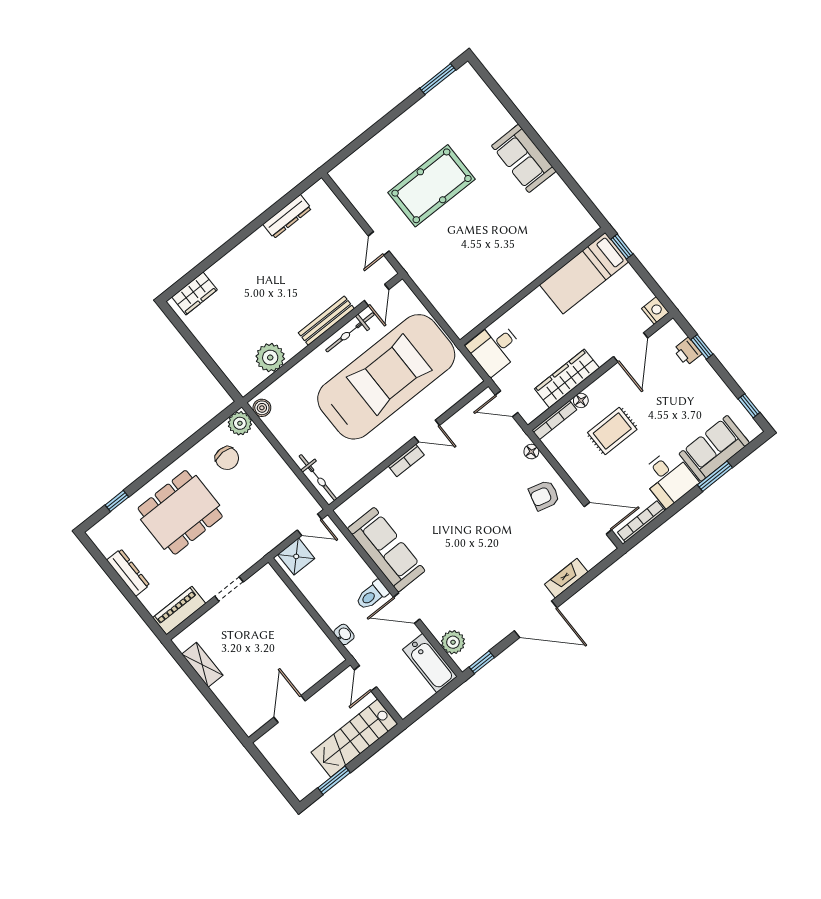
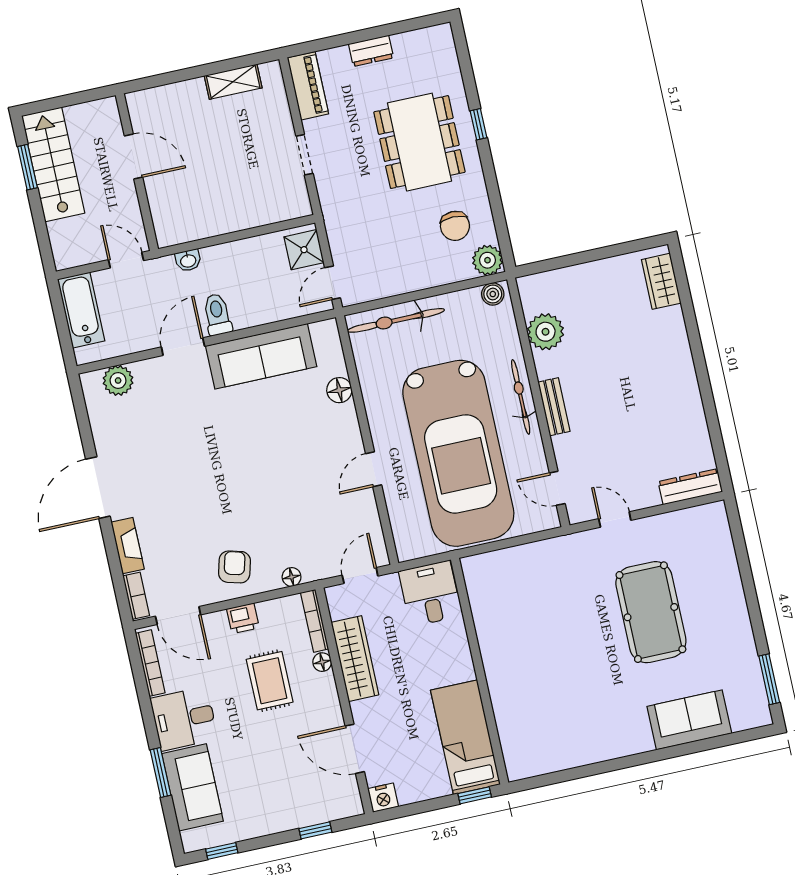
sofa: (524, 158) -> (689, 720), moved
dresser: (287, 216) -> (690, 487), moved, turned 90
bench: (326, 321) -> (554, 407), width x0.73
bicycle: (350, 332) -> (521, 397), moved
printer: (687, 351) -> (243, 618), moved, turned 180
chair: (227, 458) -> (455, 226), turned -90
bookcase: (406, 461) -> (136, 596), moved, turned 180
bicycle: (318, 477) -> (396, 320), width x1.37, depth x1.40
floor lamp: (383, 483) -> (339, 390), added
window: (117, 501) -> (478, 124), moved
door: (598, 518) -> (178, 616), hinge flipped
dresser: (128, 573) -> (371, 51), width x0.70
window: (482, 662) -> (79, 402), removed
bathtub: (430, 663) -> (81, 310), moved, turned 90
stairs: (354, 738) -> (53, 164), moved

